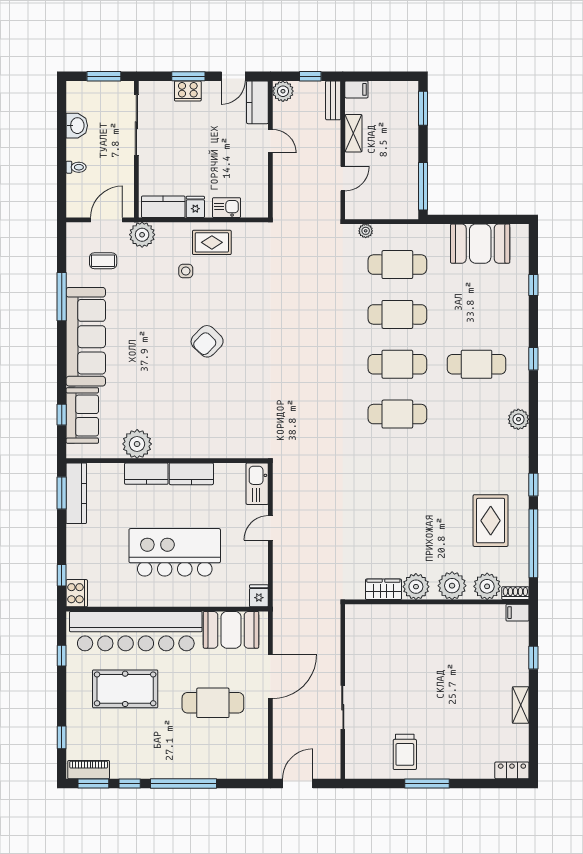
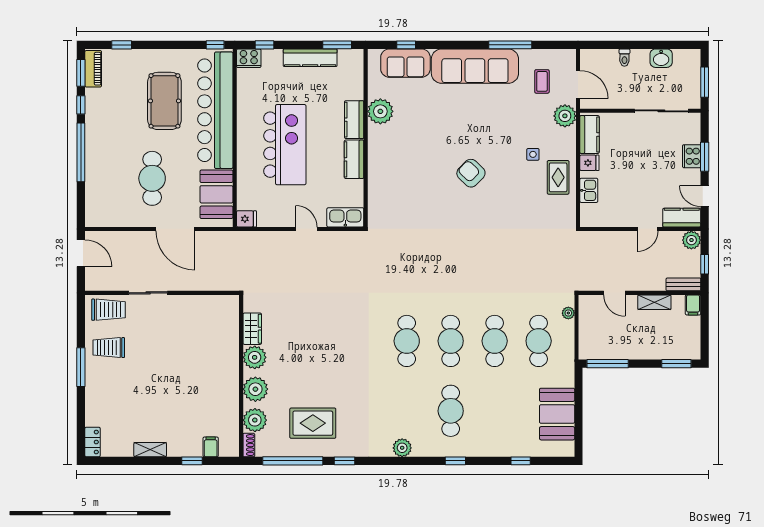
kitchen counter: (76, 493) -> (310, 58), moved
filing cabinet: (518, 613) -> (211, 447), moved
window: (62, 656) -> (215, 45), moved
trolley: (362, 752) -> (108, 310), added

